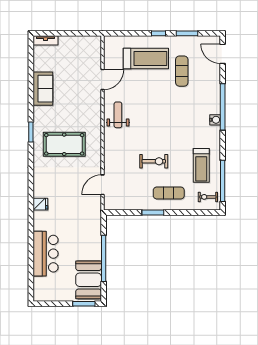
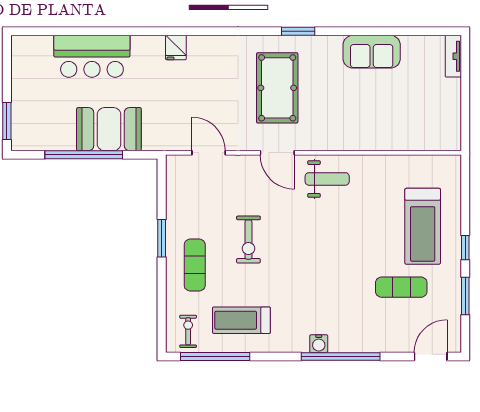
door: (102, 79) -> (277, 153), moved
booth: (89, 280) -> (109, 129), moved

